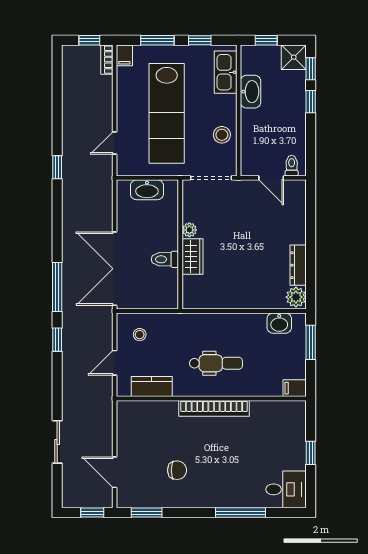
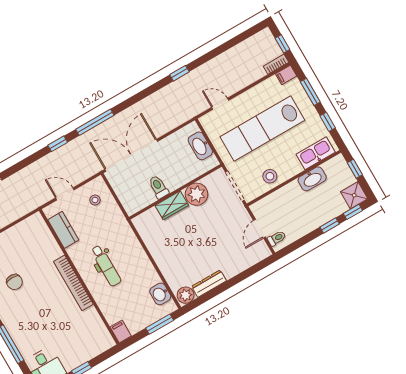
plant: (189, 230) -> (197, 194), width x1.88, depth x1.88

